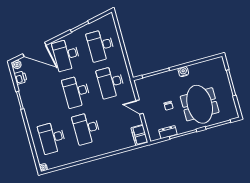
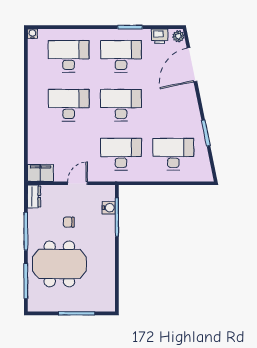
desk: (66, 55) -> (121, 56), moved
water cooler: (183, 72) -> (109, 208), moved
dresser: (168, 132) -> (34, 196), moved

